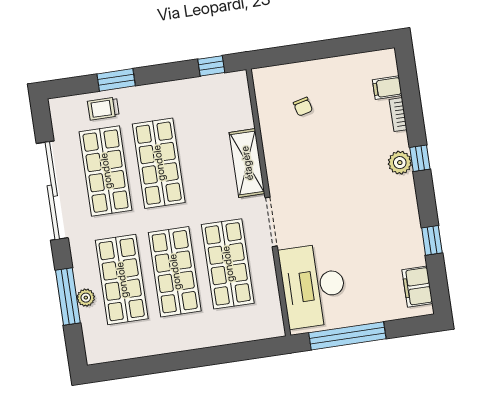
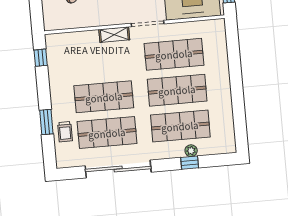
shelving: (247, 163) -> (114, 35), width x0.67, depth x0.75
window: (68, 297) -> (190, 163), width x0.46

